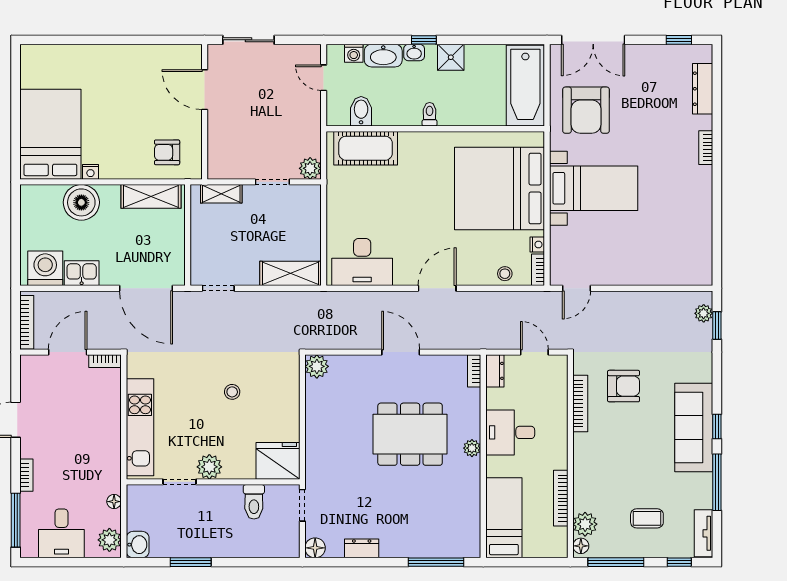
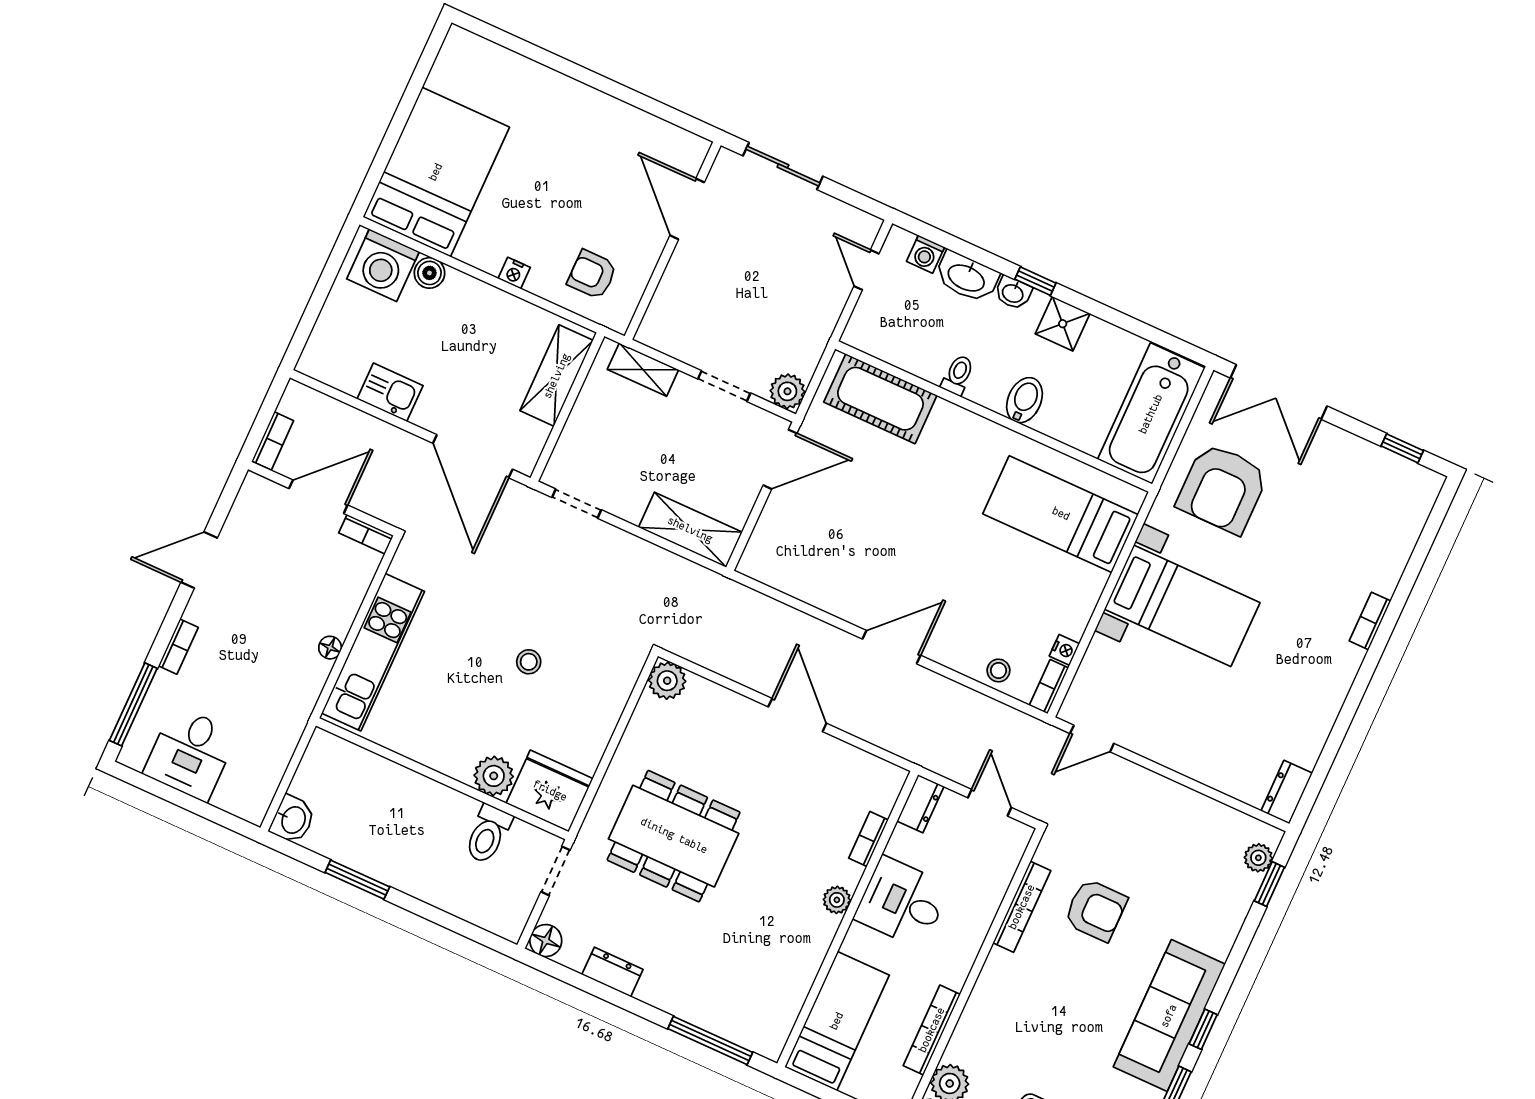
dresser: (703, 89) -> (1287, 792), moved, width x0.70
bidet: (361, 111) -> (1025, 400), moved
toilet: (430, 114) -> (958, 375), moved
nightstand: (90, 172) -> (514, 273), moved
bed: (500, 189) -> (1061, 514), width x0.49
shelving: (151, 196) -> (557, 376), moved, turned 90
boiler: (81, 202) -> (429, 273), width x0.54, depth x0.54
door: (324, 209) -> (780, 459), added
desk: (362, 262) -> (801, 560), removed
washing machine: (45, 268) -> (383, 265), moved, turned 180
bookcase: (27, 322) -> (273, 441), width x0.64
bookcase: (474, 371) -> (868, 839), moved
dining table: (410, 434) -> (674, 836), moved
plant: (209, 467) -> (494, 776), moved
doorway: (180, 482) -> (394, 757), removed
floor lamp: (114, 502) -> (330, 648), moved
plant: (109, 540) -> (255, 794), removed

